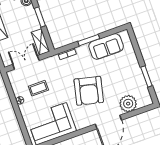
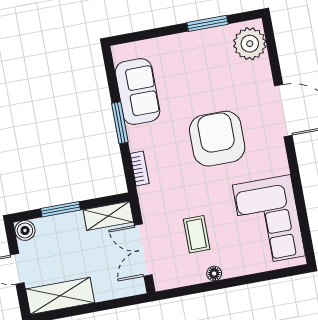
armchair: (89, 91) -> (217, 139), turned -103
plant: (128, 104) -> (250, 44), moved

